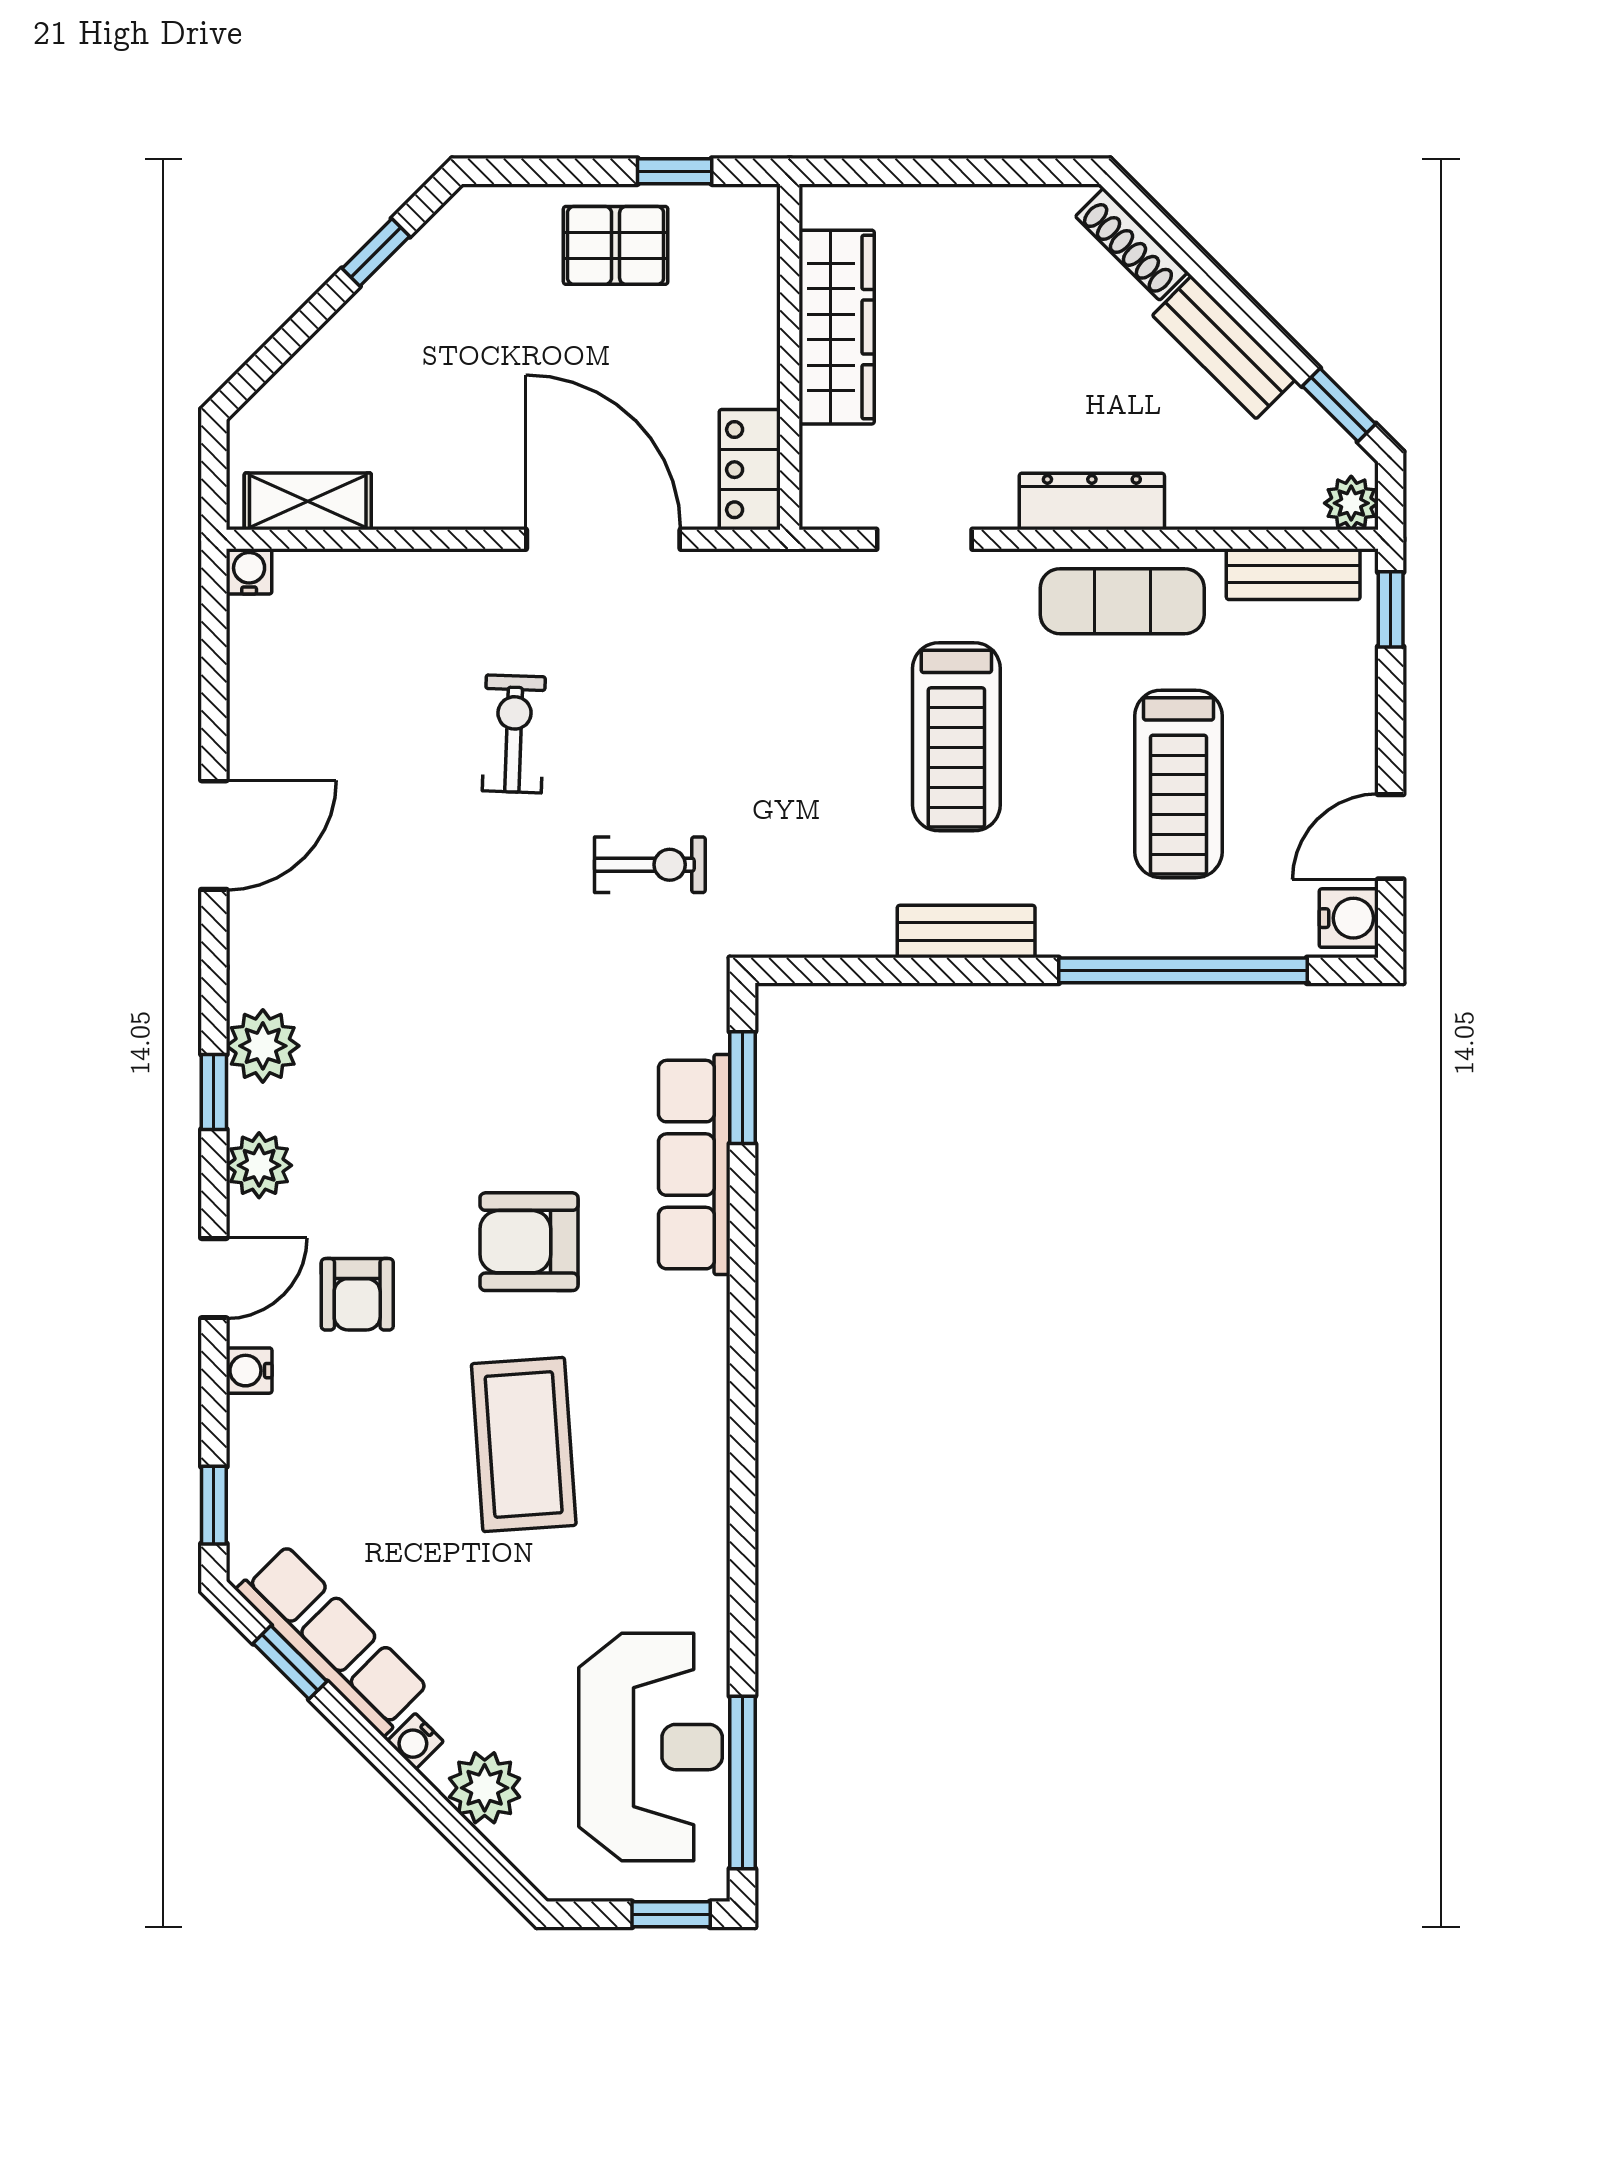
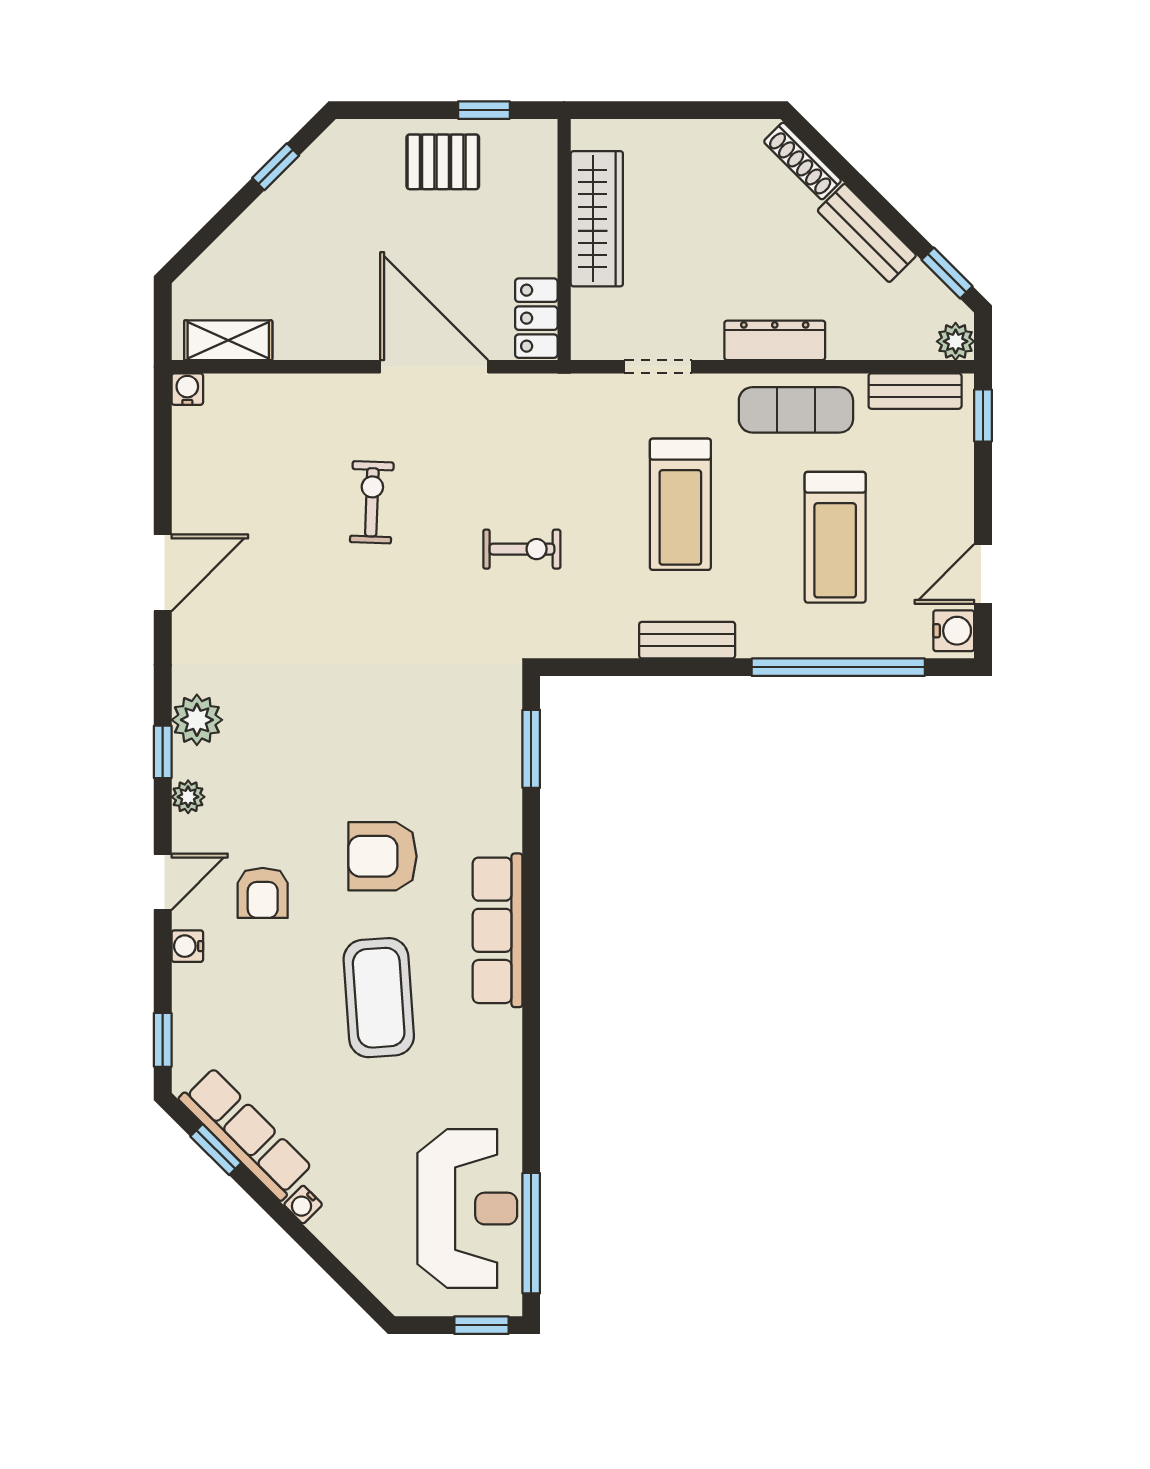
exercise bike: (650, 865) -> (522, 549), moved
plant: (259, 1165) -> (188, 797), width x0.73, depth x0.73
row of seats: (694, 1165) -> (498, 930), moved
plant: (485, 1788) -> (351, 1237), removed

